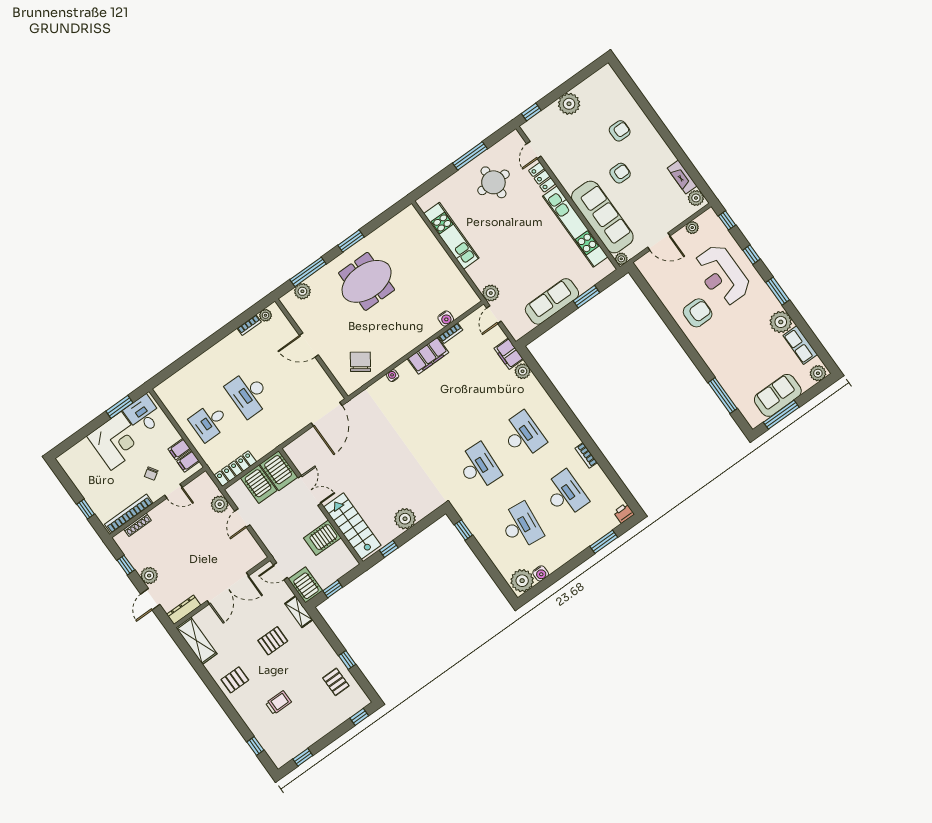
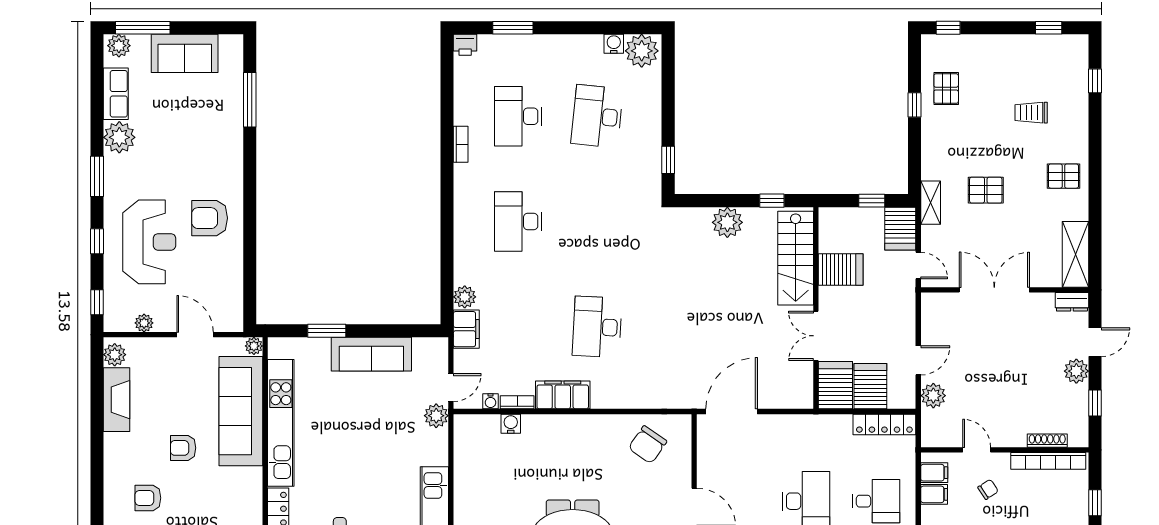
fireplace: (682, 177) -> (117, 400), width x1.37, depth x1.32
water cooler: (393, 376) -> (490, 401), moved
window: (781, 415) -> (143, 28), moved
desk: (478, 467) -> (597, 327), moved
dresser: (184, 610) -> (1072, 302), width x0.70

